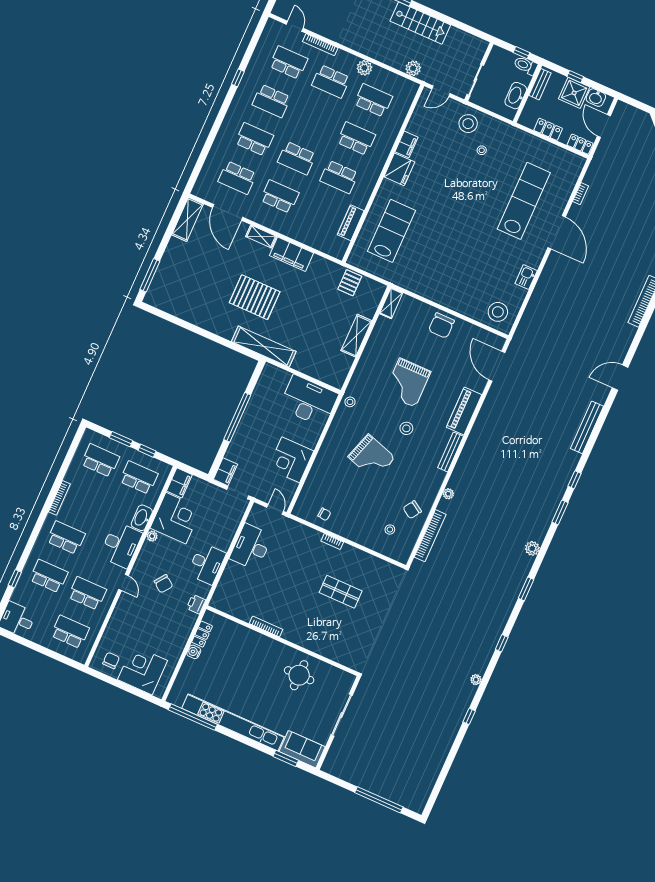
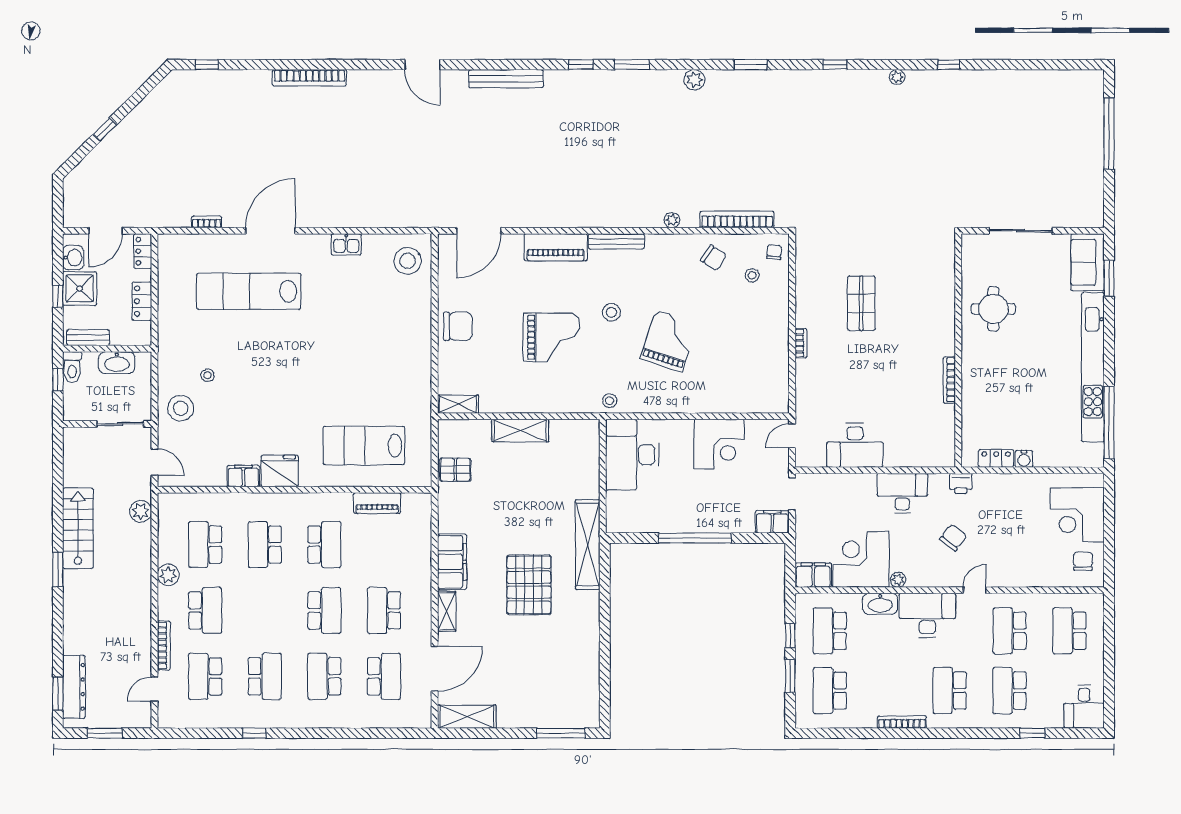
chair: (324, 514) -> (774, 252), moved
chair: (111, 660) -> (1083, 561), turned 90

